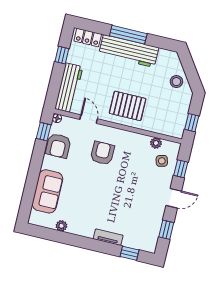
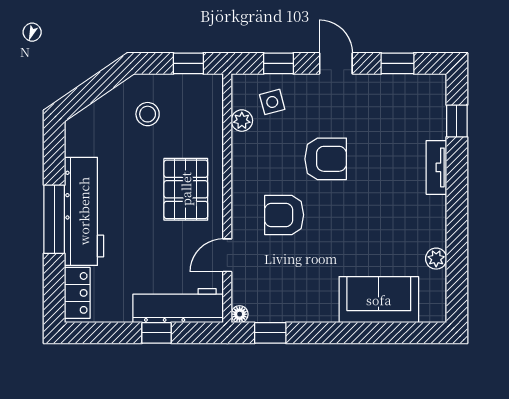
window: (62, 55) -> (156, 333), moved
stool: (176, 82) -> (148, 114), moved
armchair: (58, 146) -> (326, 159), moved

